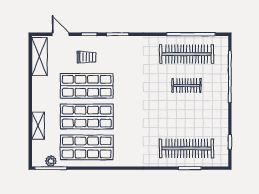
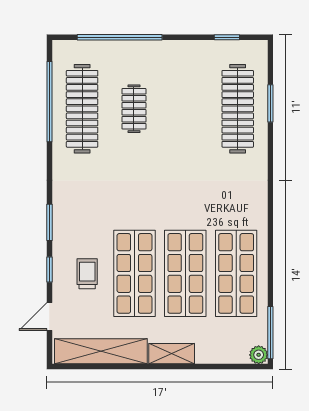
shelving: (39, 57) -> (101, 351), width x1.47
shelving: (38, 126) -> (172, 354), moved
plant: (51, 161) -> (259, 355), moved

